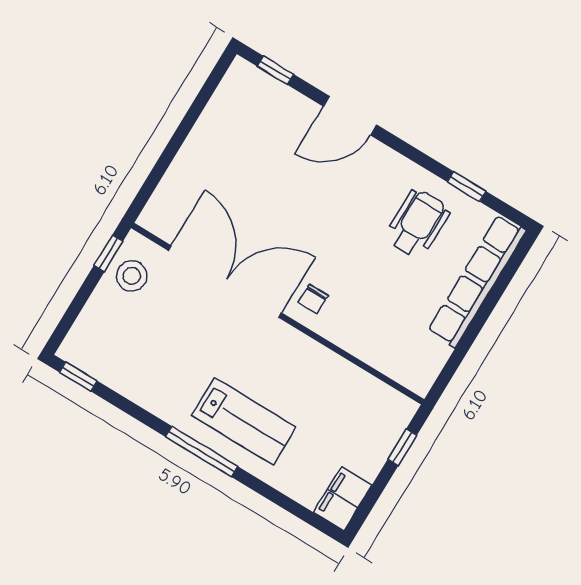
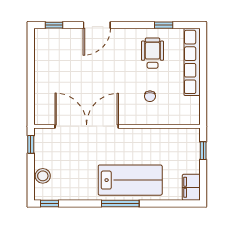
stool: (132, 276) -> (43, 176), moved
chair: (313, 299) -> (150, 96), moved
lab bench: (244, 421) -> (130, 180), width x1.36, depth x1.39

